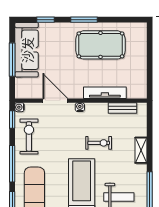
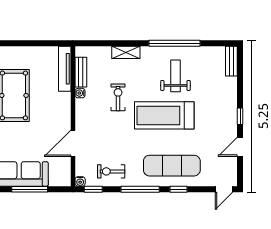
tv unit: (105, 93) -> (65, 69), moved
water cooler: (80, 107) -> (80, 93), moved
exercise bike: (29, 136) -> (111, 171), width x0.73, depth x0.72

